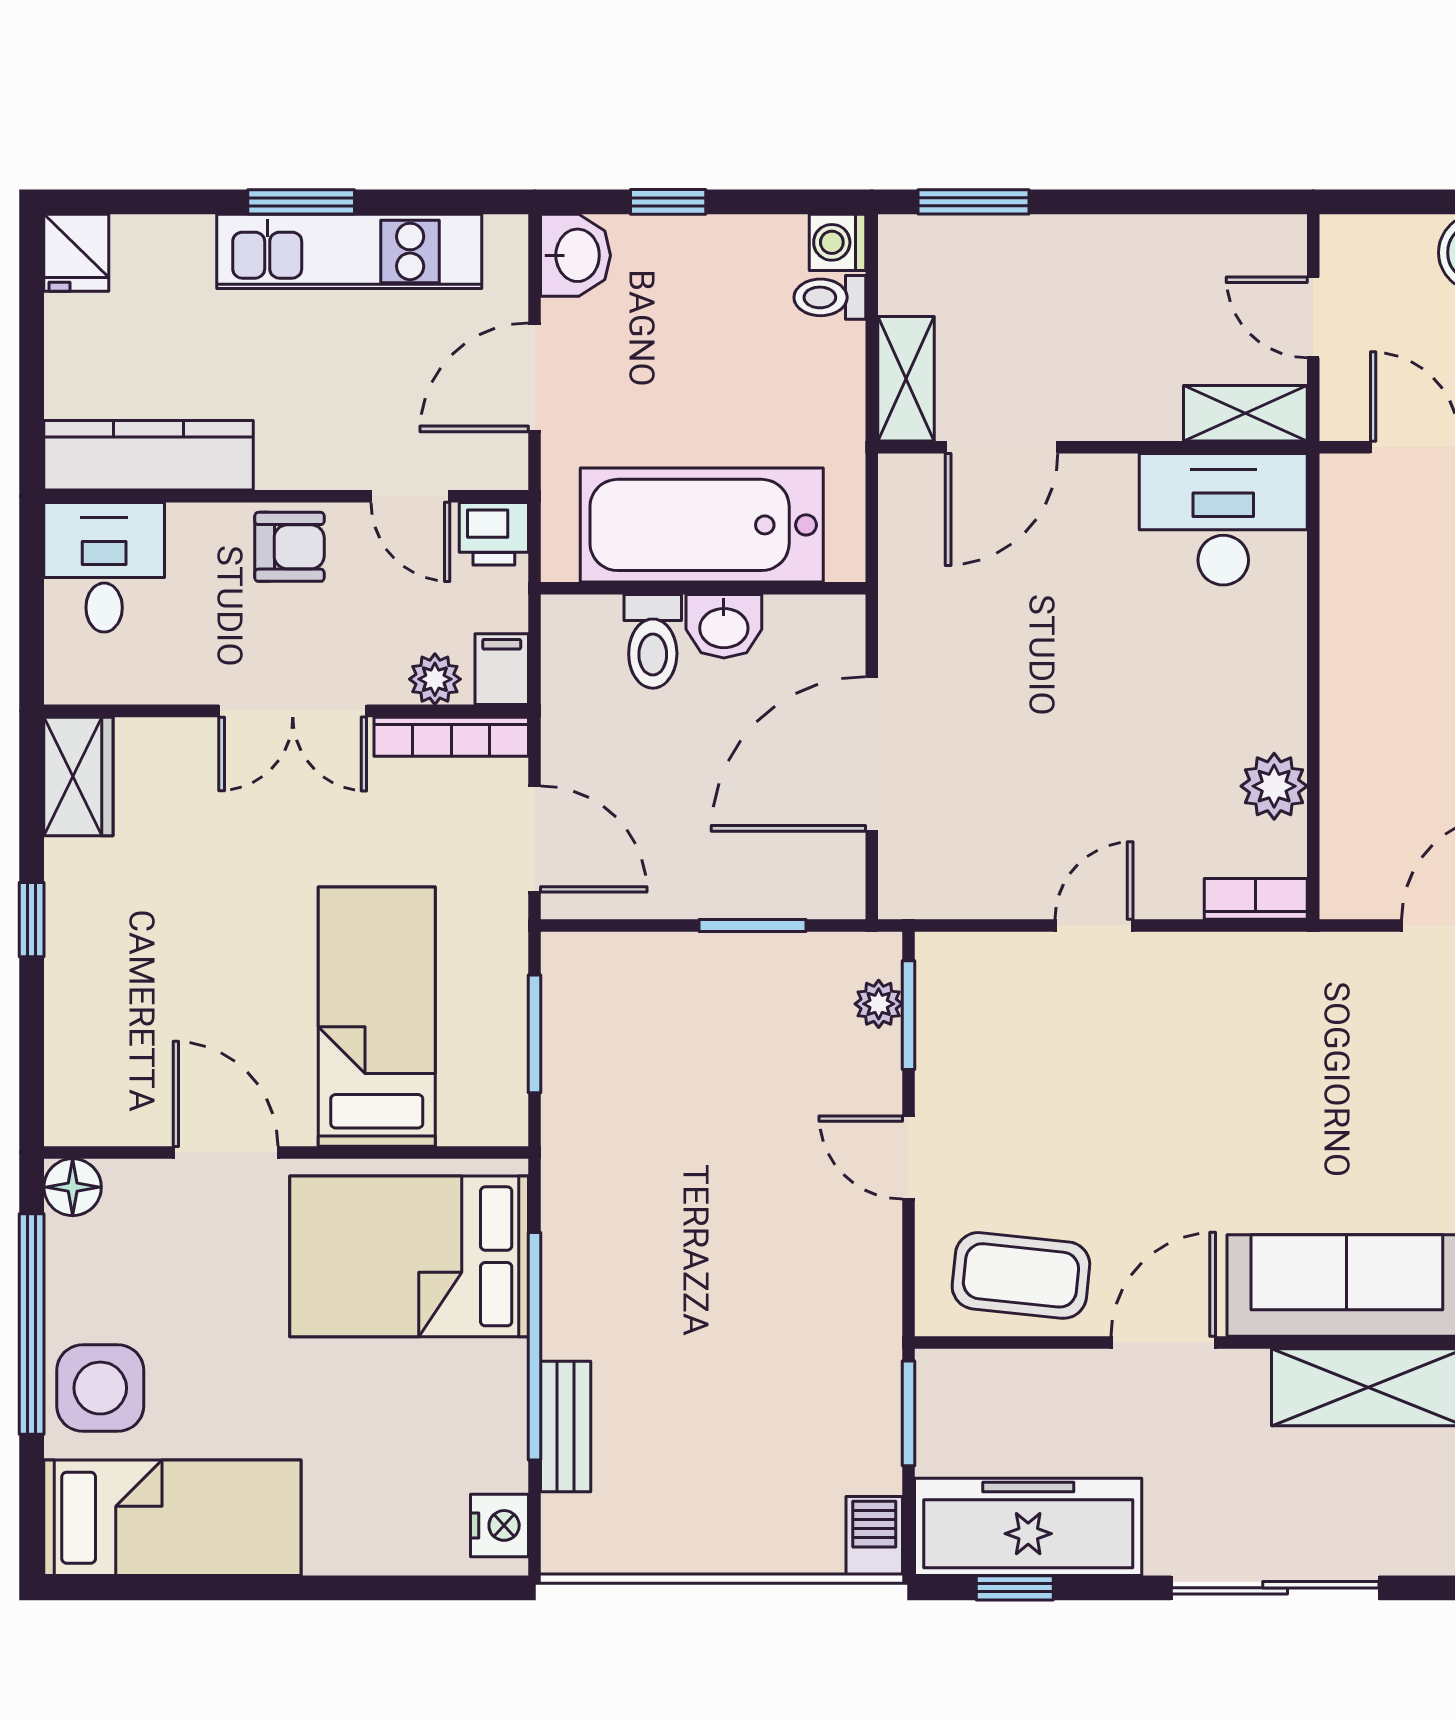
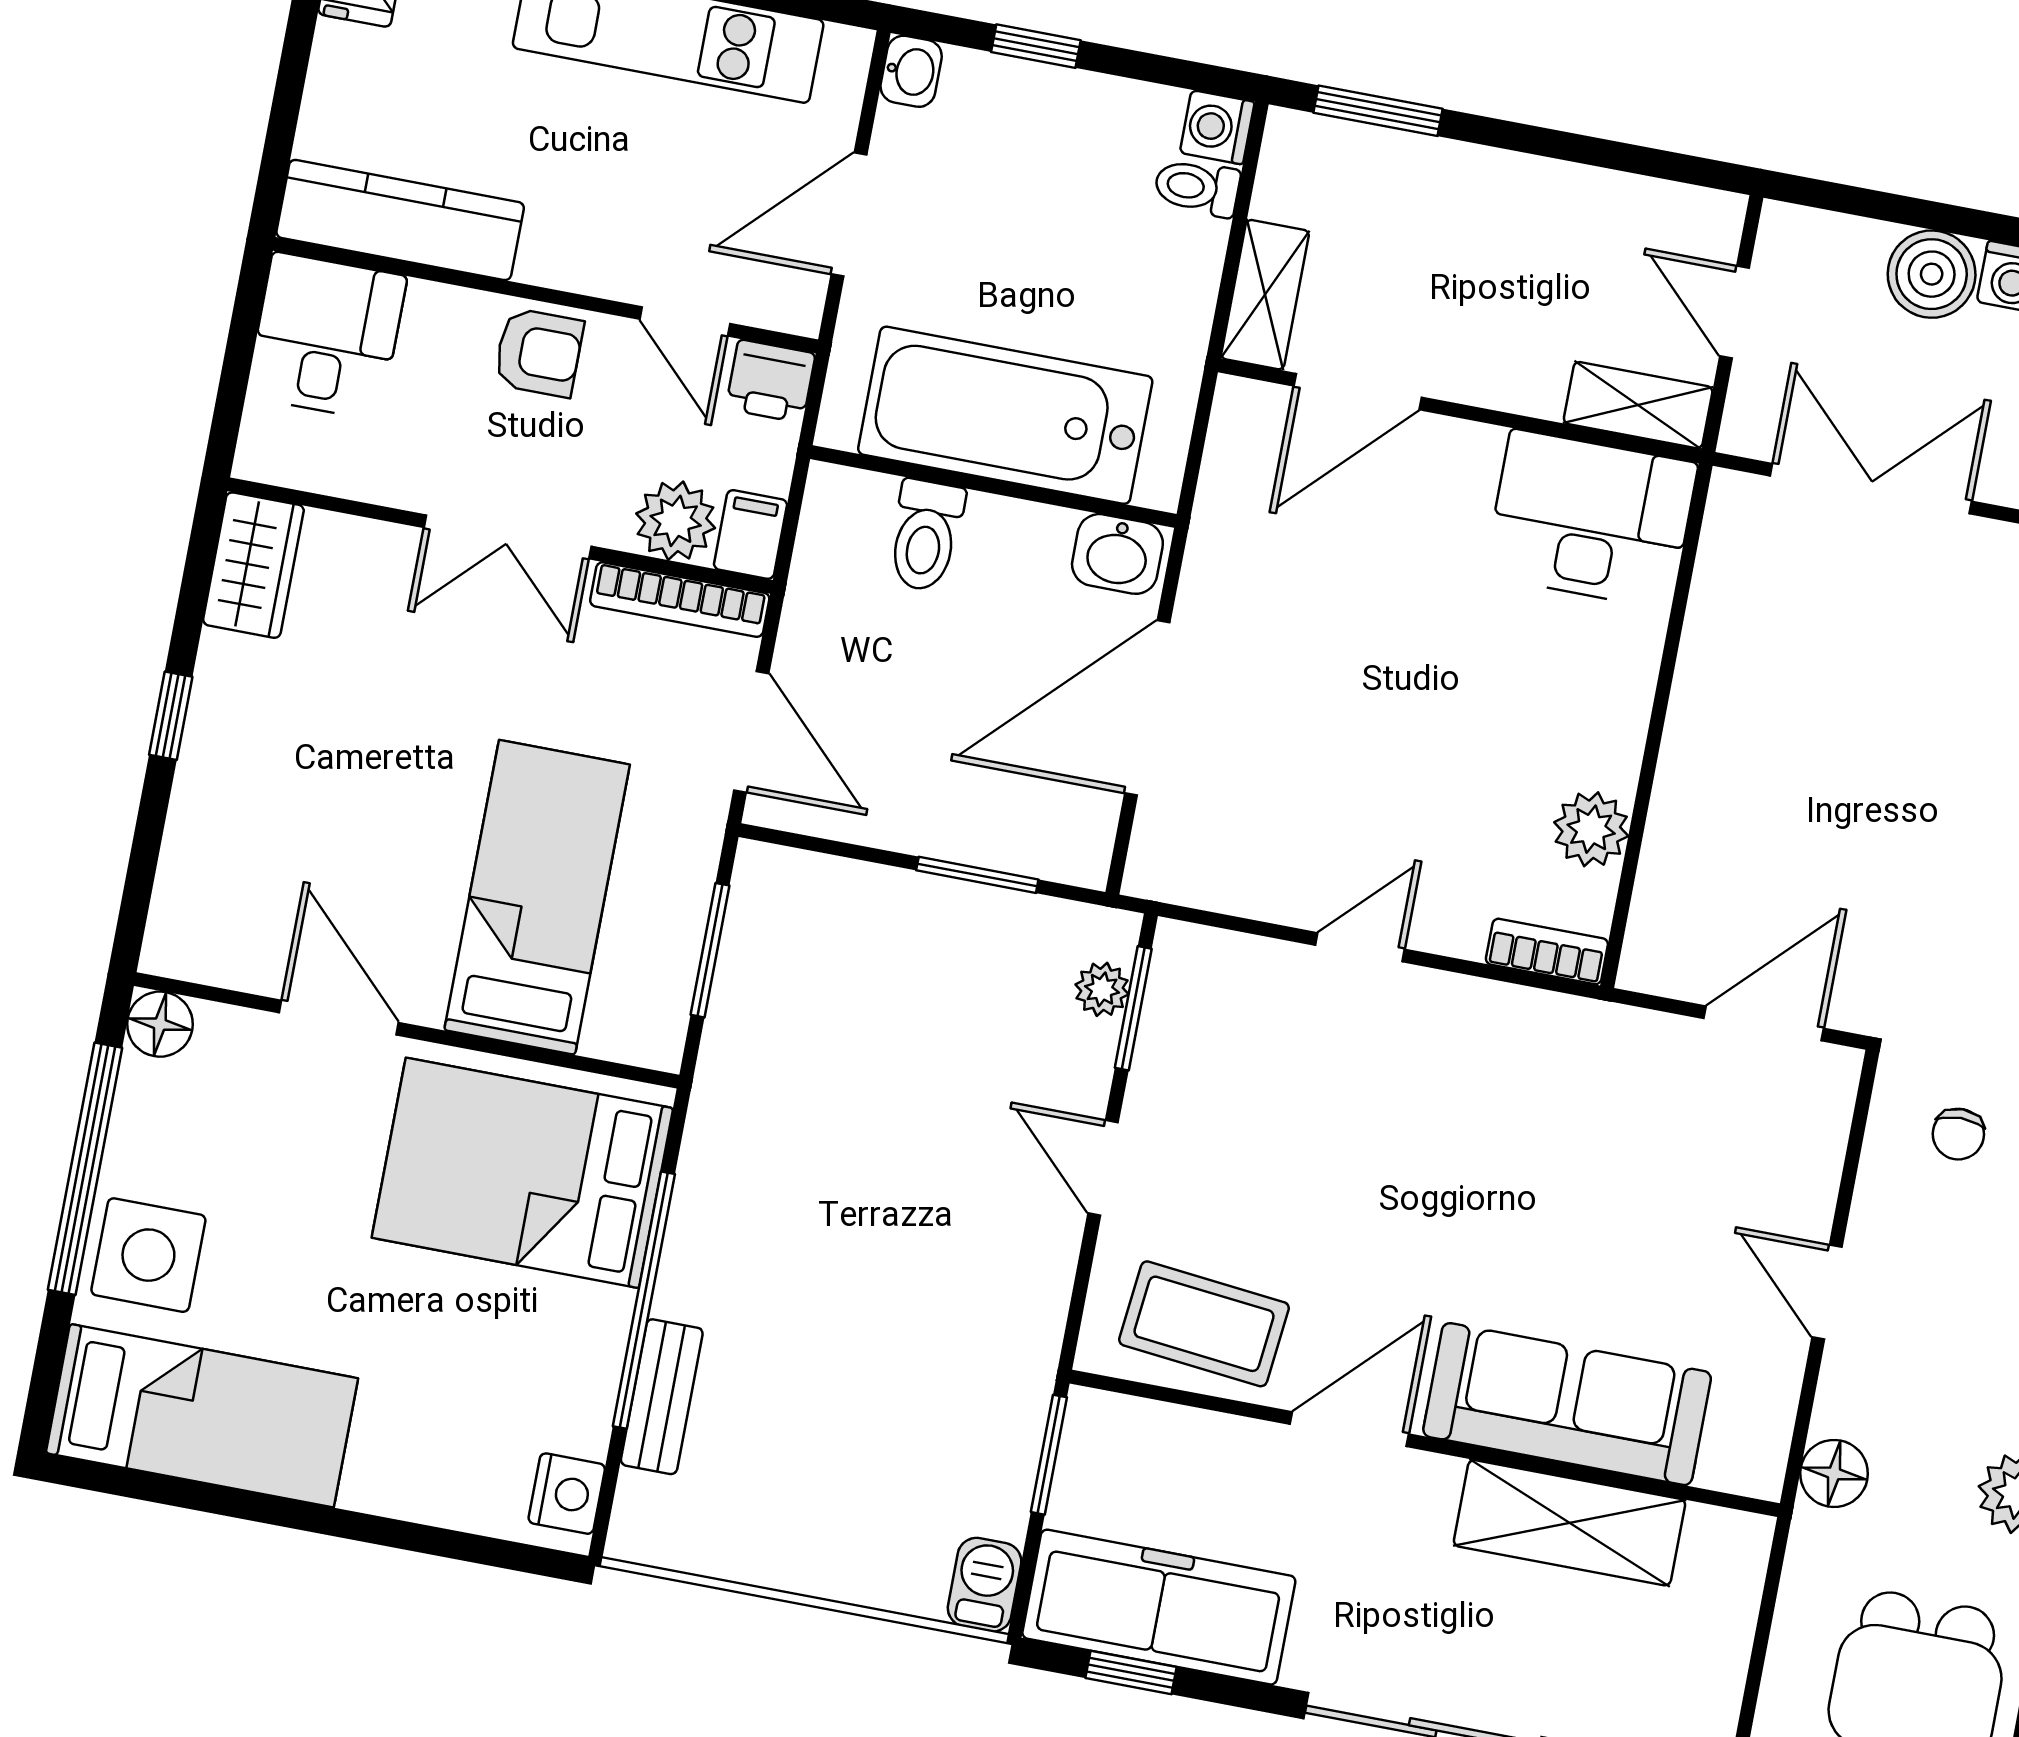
washbasin: (575, 255) -> (911, 71), width x0.72, depth x0.69
washbasin: (724, 626) -> (1117, 554), moved
plant: (435, 679) -> (676, 521), width x1.38, depth x1.38

